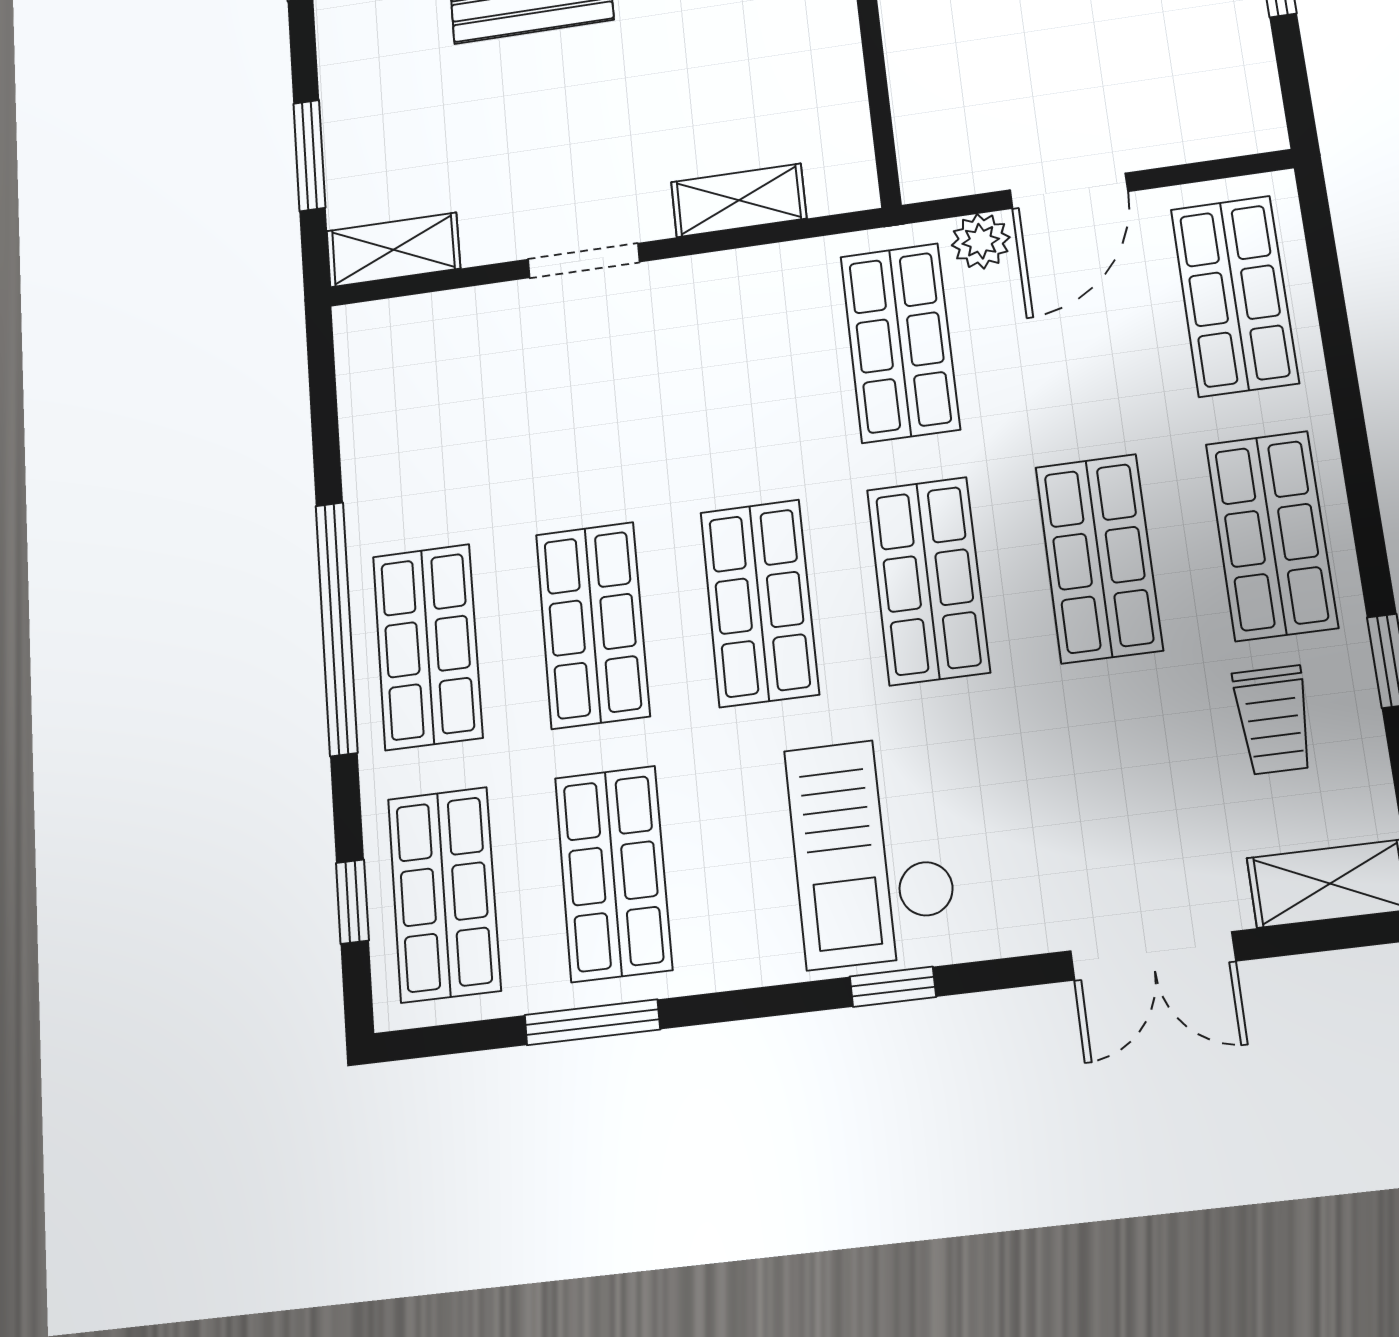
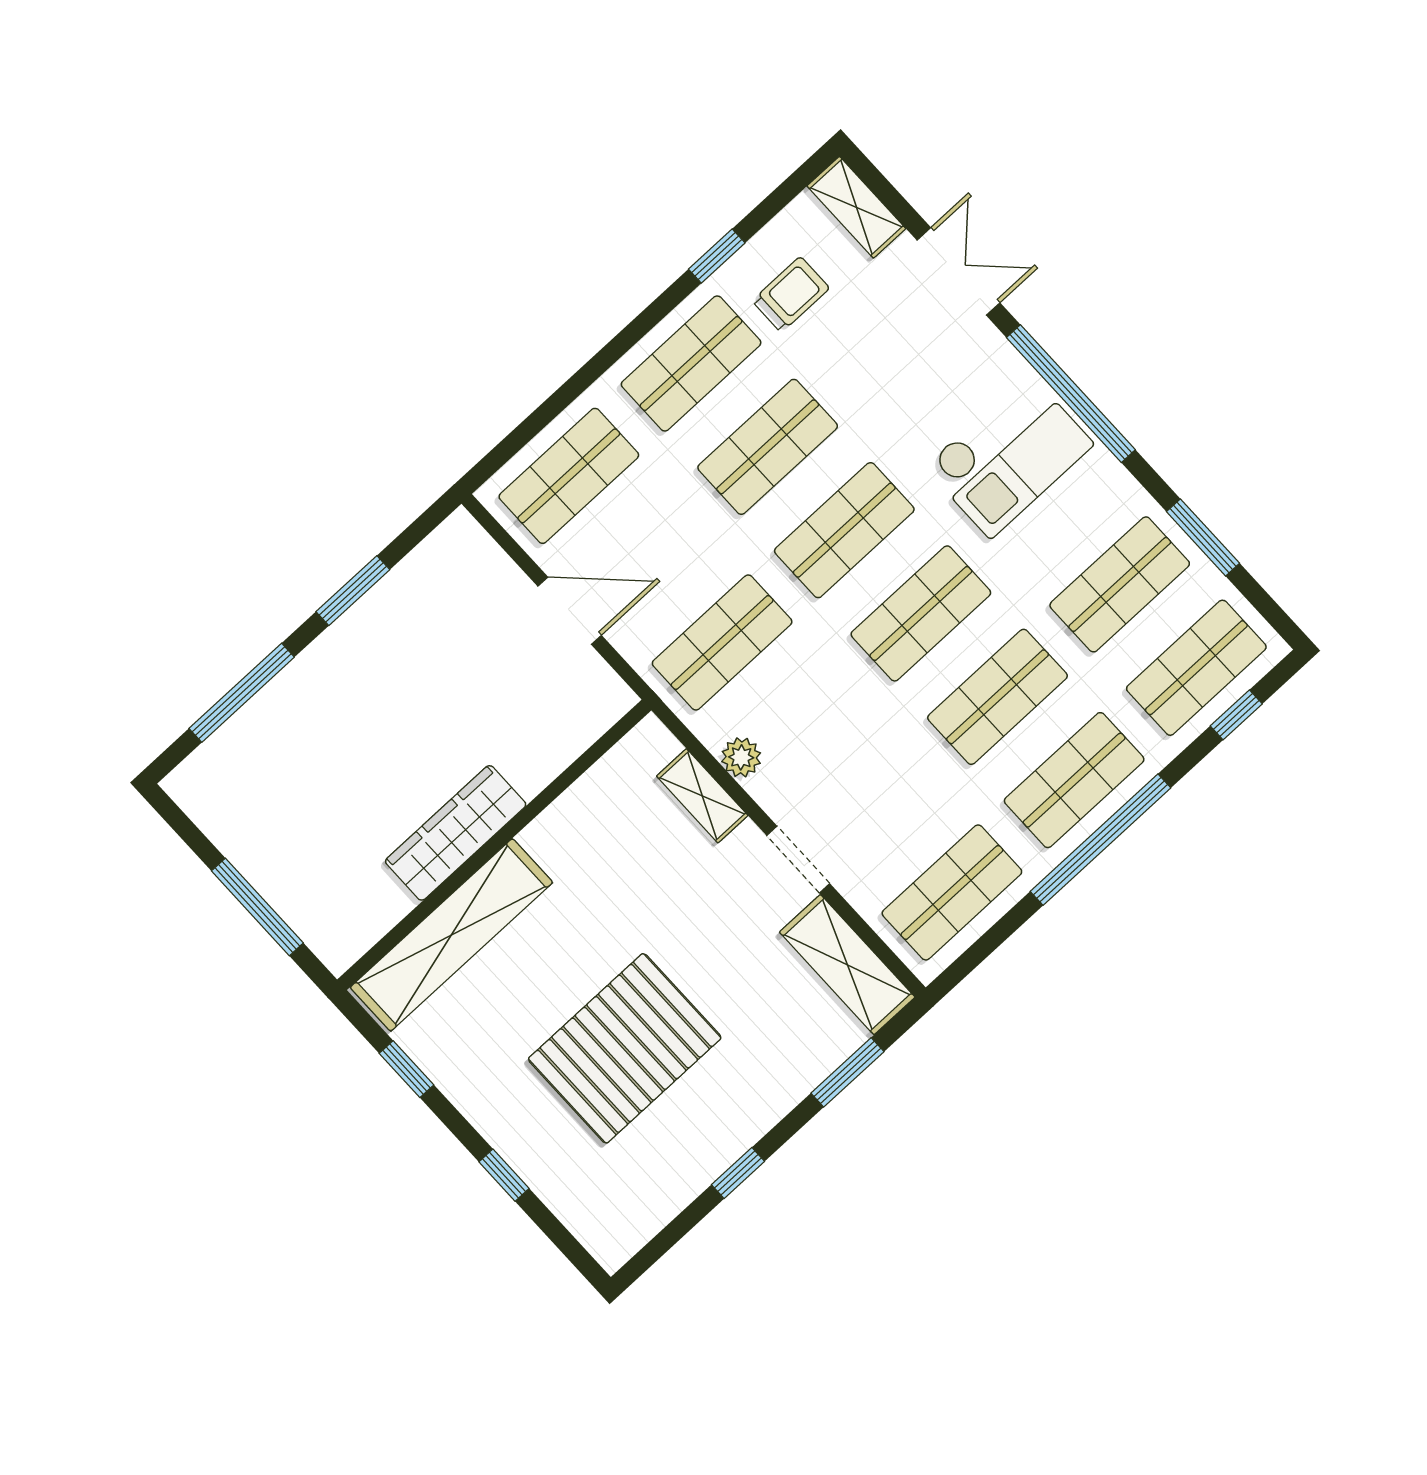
plant: (981, 241) -> (741, 757), moved
shelving: (393, 250) -> (847, 965), width x1.50, depth x1.33
shop shelf: (412, 411) -> (952, 892), added
window: (893, 987) -> (1071, 394), width x3.17

